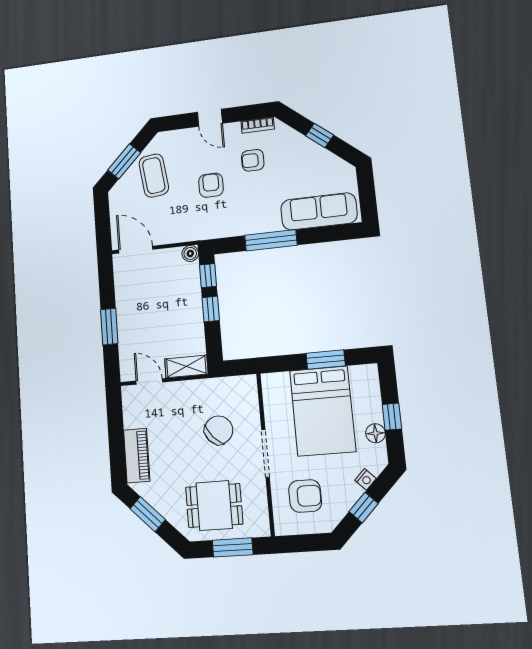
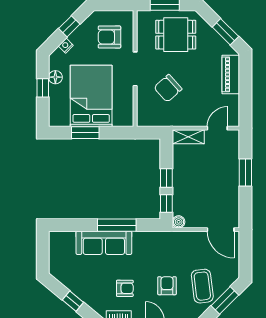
armchair: (211, 185) -> (167, 286), moved, turned 180
sofa: (319, 211) -> (104, 243), moved
door: (149, 381) -> (217, 128), swing flipped

